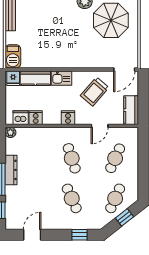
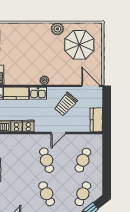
plant: (69, 63) -> (44, 80), added
door: (124, 69) -> (91, 86), swing flipped
cooker: (68, 118) -> (28, 126), moved
door: (100, 126) -> (58, 133), moved

